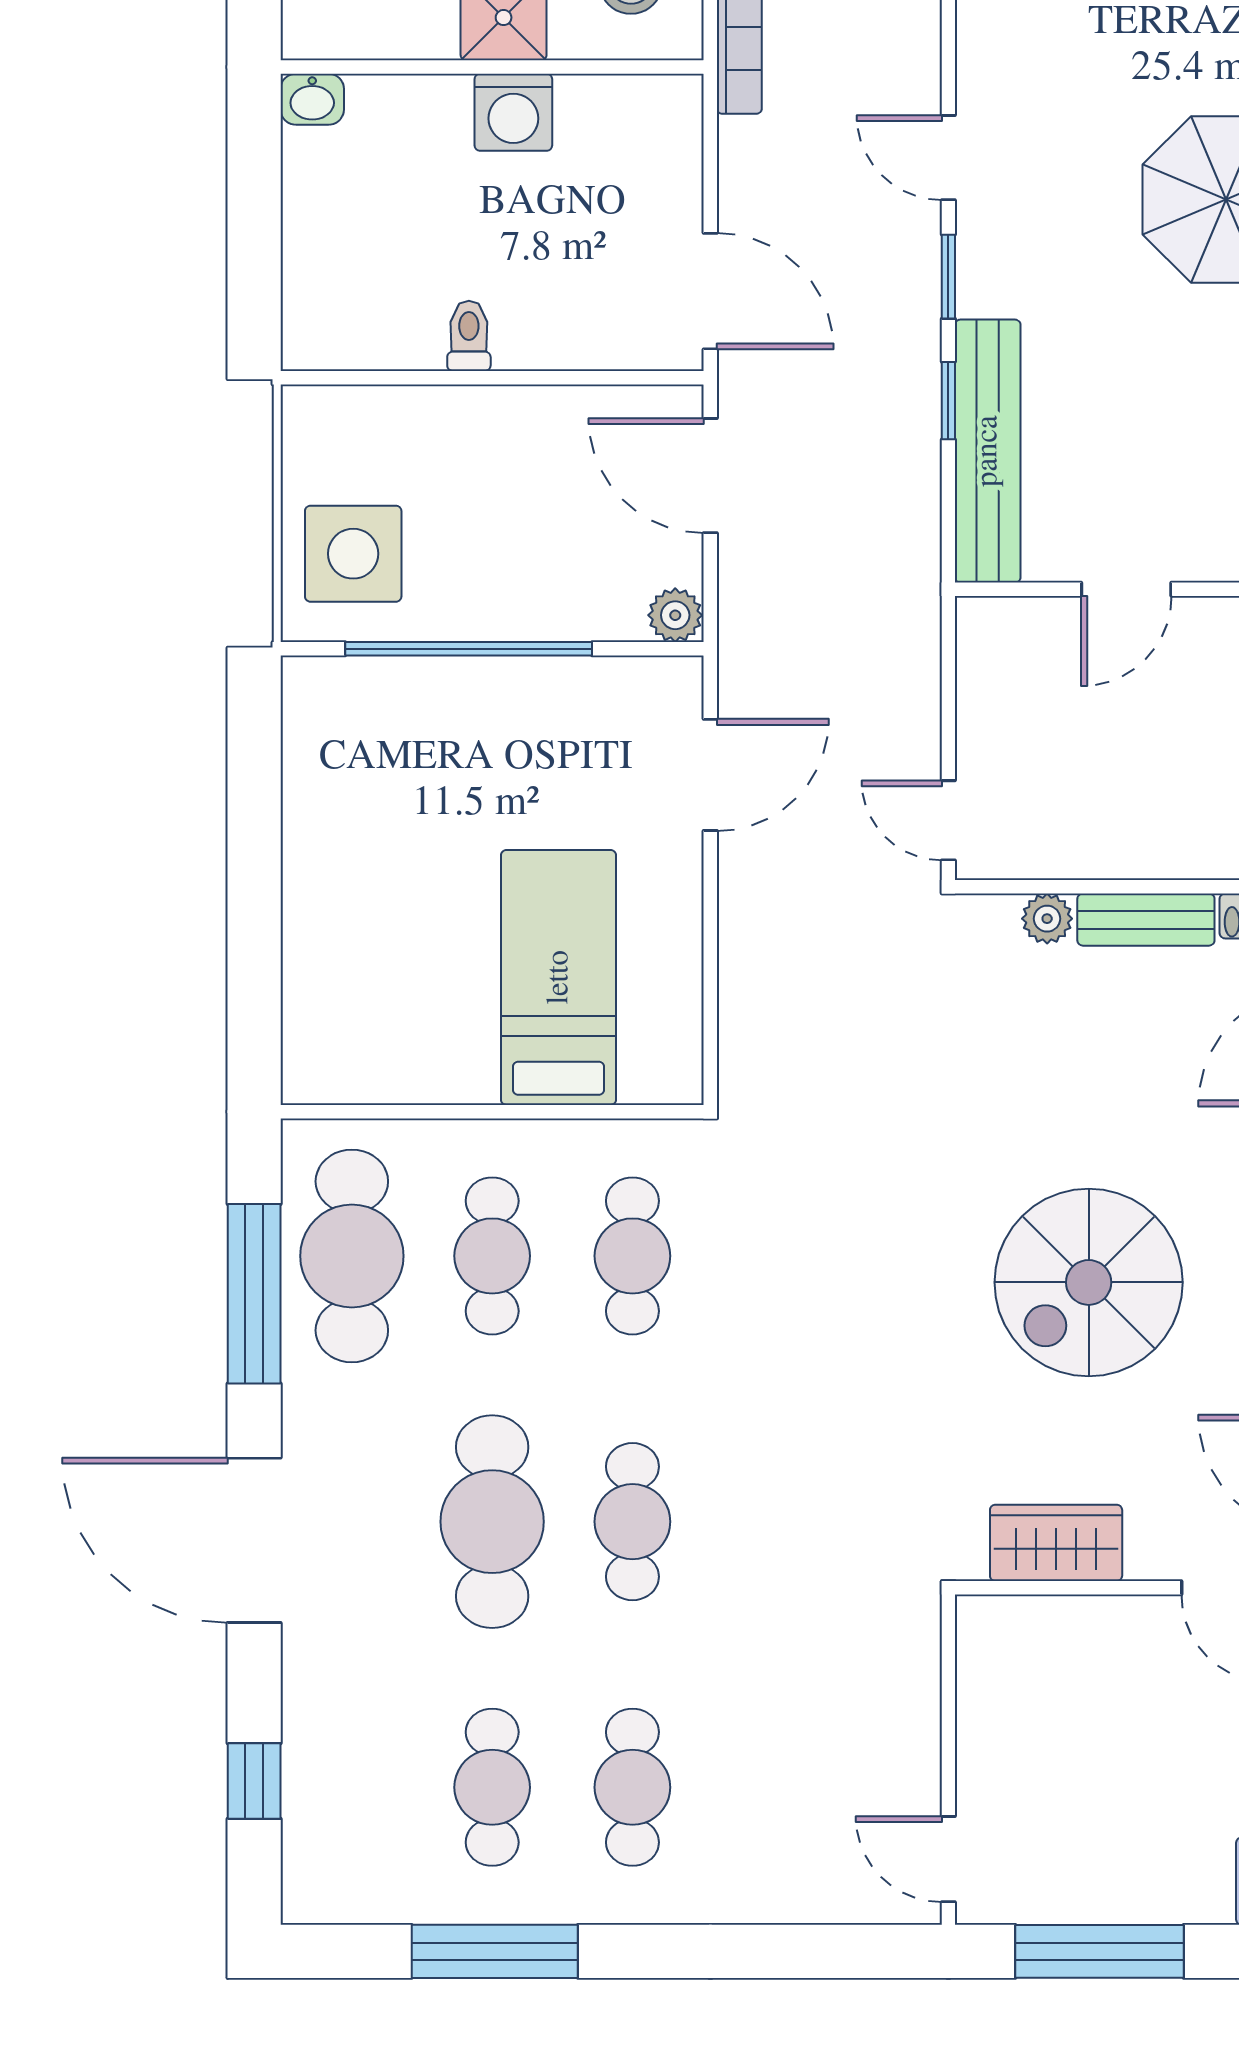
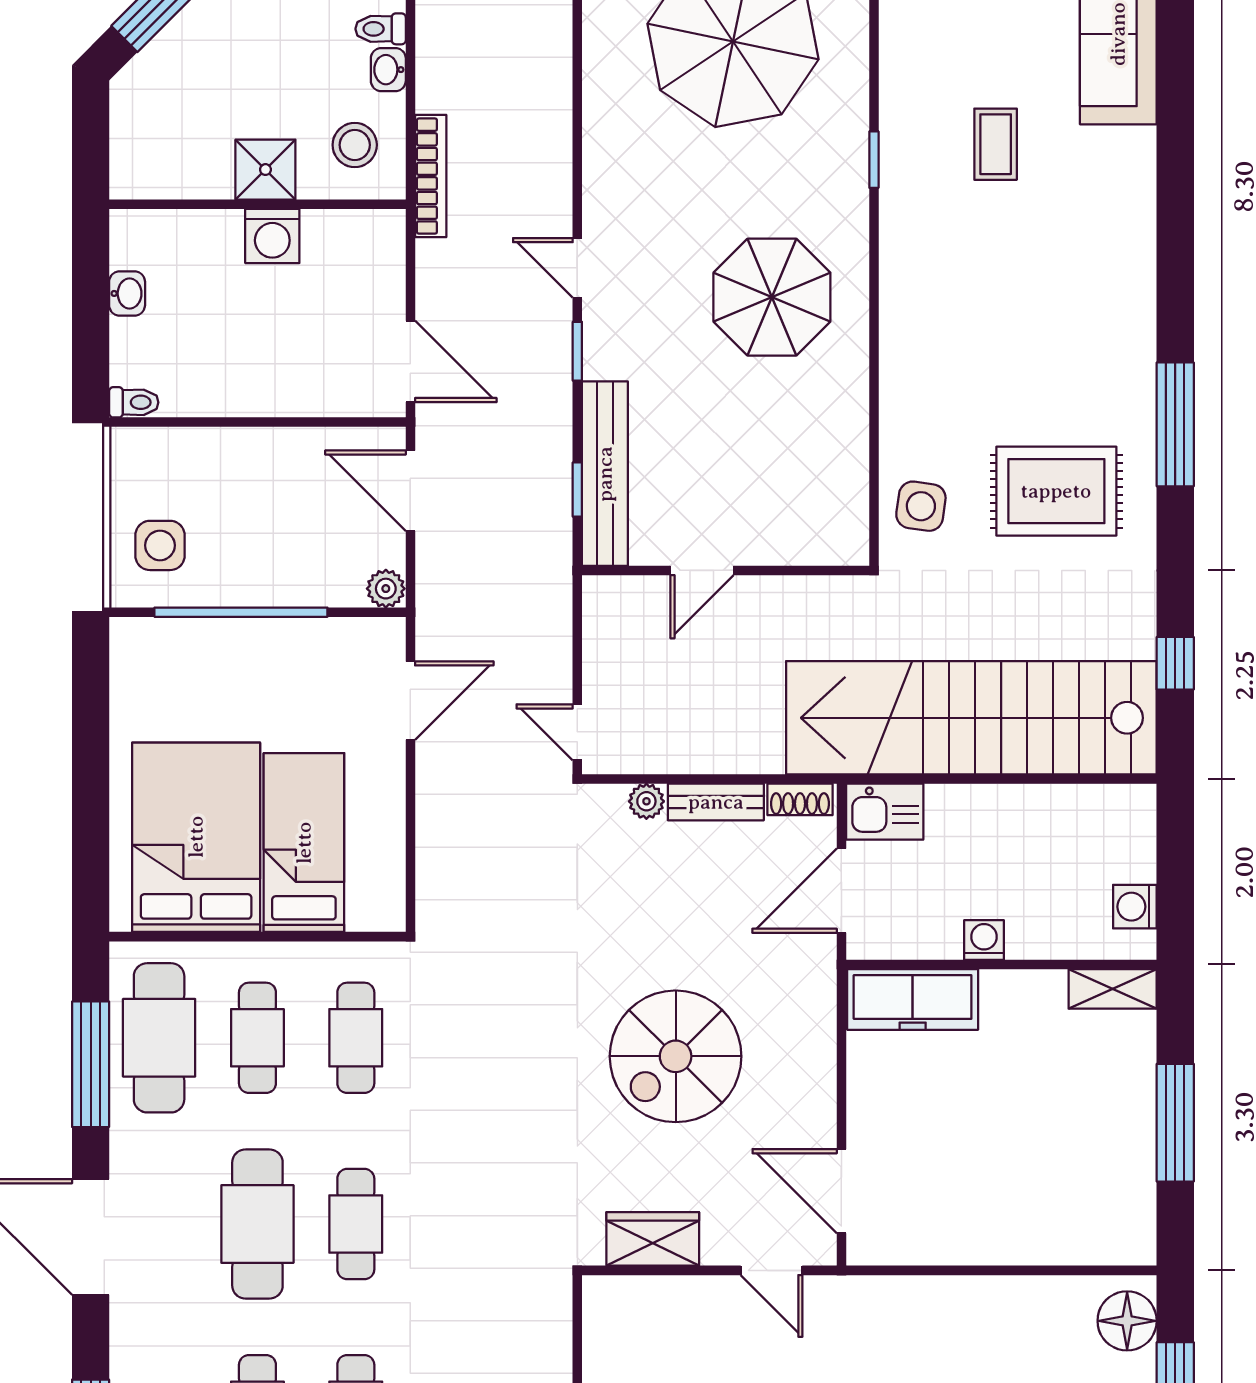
washbasin: (312, 99) -> (127, 293), moved, turned -90
toilet: (469, 336) -> (134, 402), moved, turned 90
window: (948, 401) -> (577, 490), moved
side table: (353, 554) -> (160, 545), width x0.73, depth x0.73
bed: (405, 970) -> (196, 837), added

